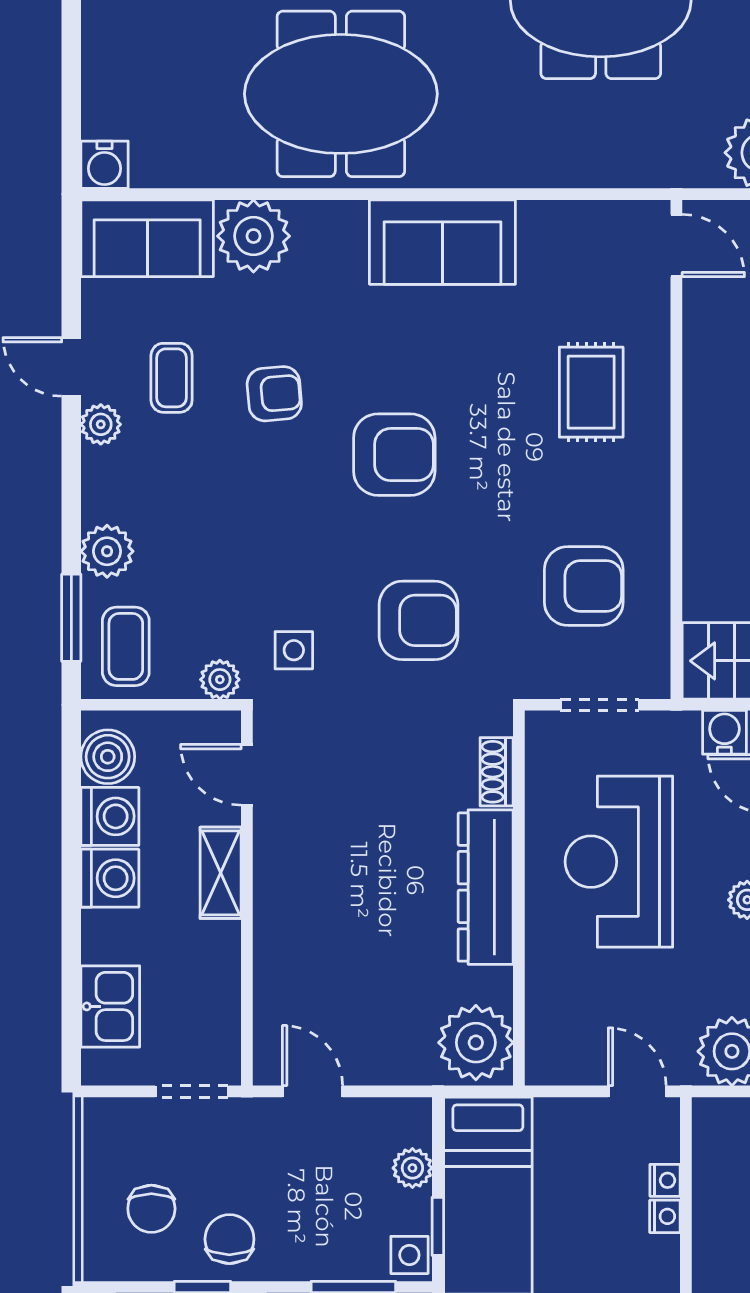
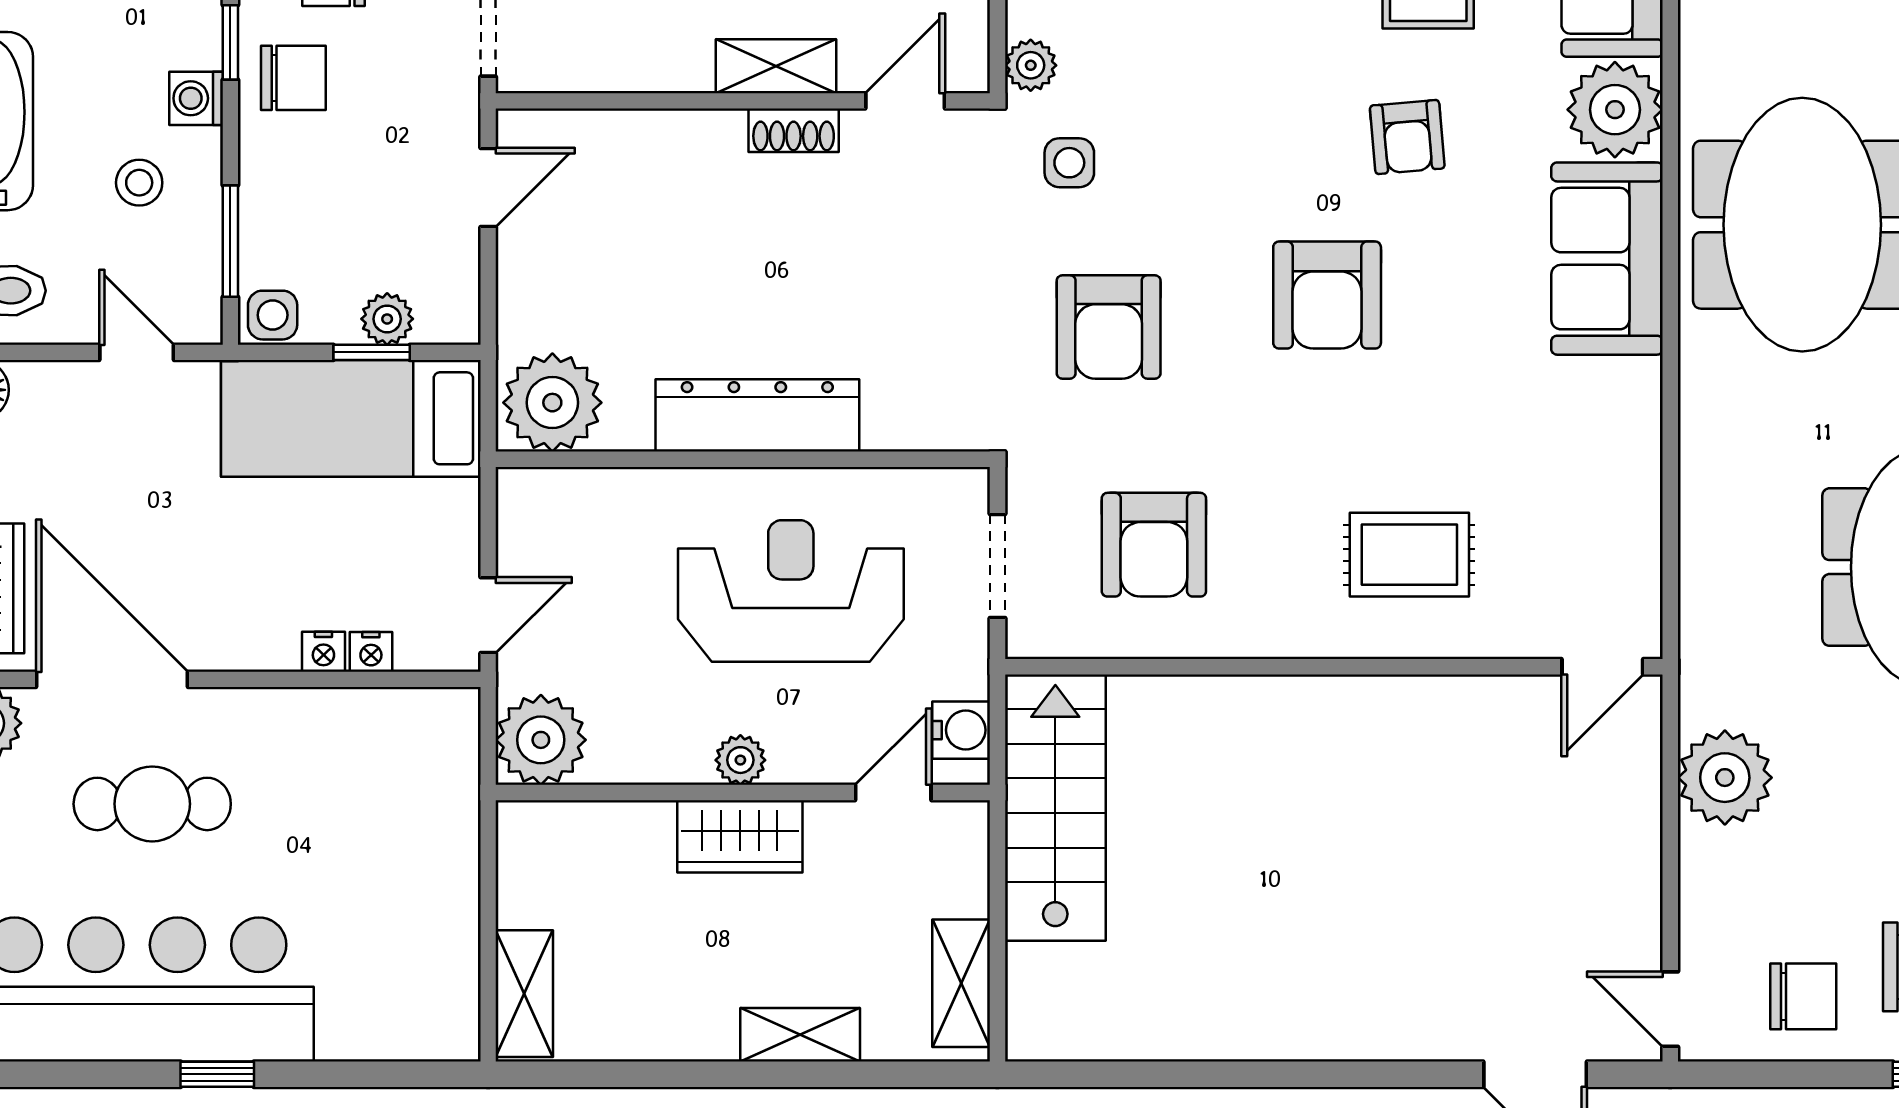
sofa: (442, 242) -> (1607, 259), moved
shoe rack: (497, 772) -> (794, 130), moved, turned 180
window: (438, 1226) -> (372, 352), moved

